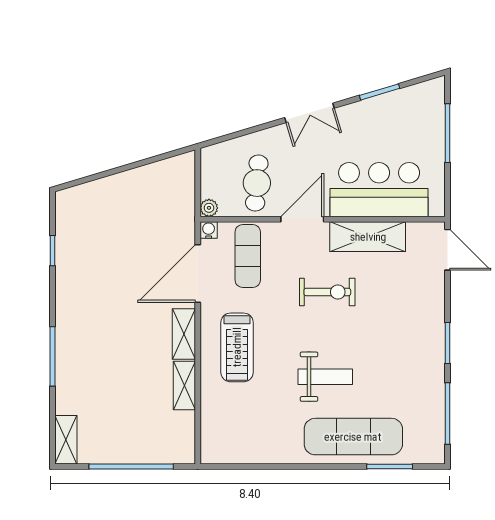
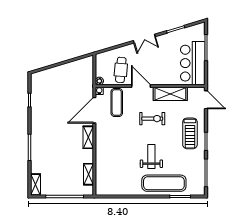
bar counter: (379, 190) -> (193, 63), moved, turned -90
door: (302, 219) -> (141, 86), hinge flipped
treadmill: (237, 347) -> (190, 133), moved
weight bench: (325, 377) -> (151, 156), turned -90
shelving: (184, 386) -> (88, 174), moved

